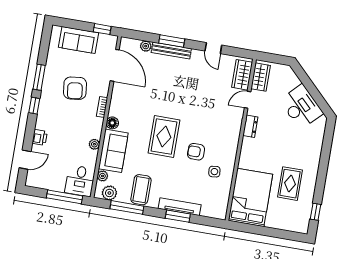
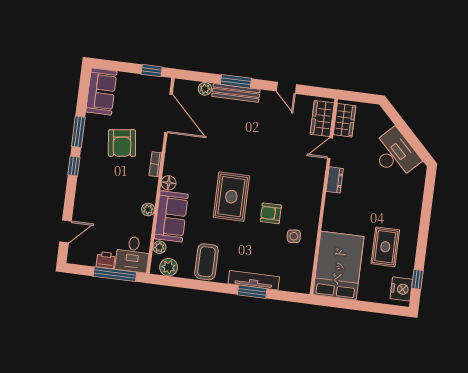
sofa: (79, 40) -> (101, 91), moved, turned -90
printer: (40, 137) -> (106, 260), moved, turned -90
window: (127, 207) -> (190, 284), removed
nightstand: (302, 219) -> (401, 289), added

